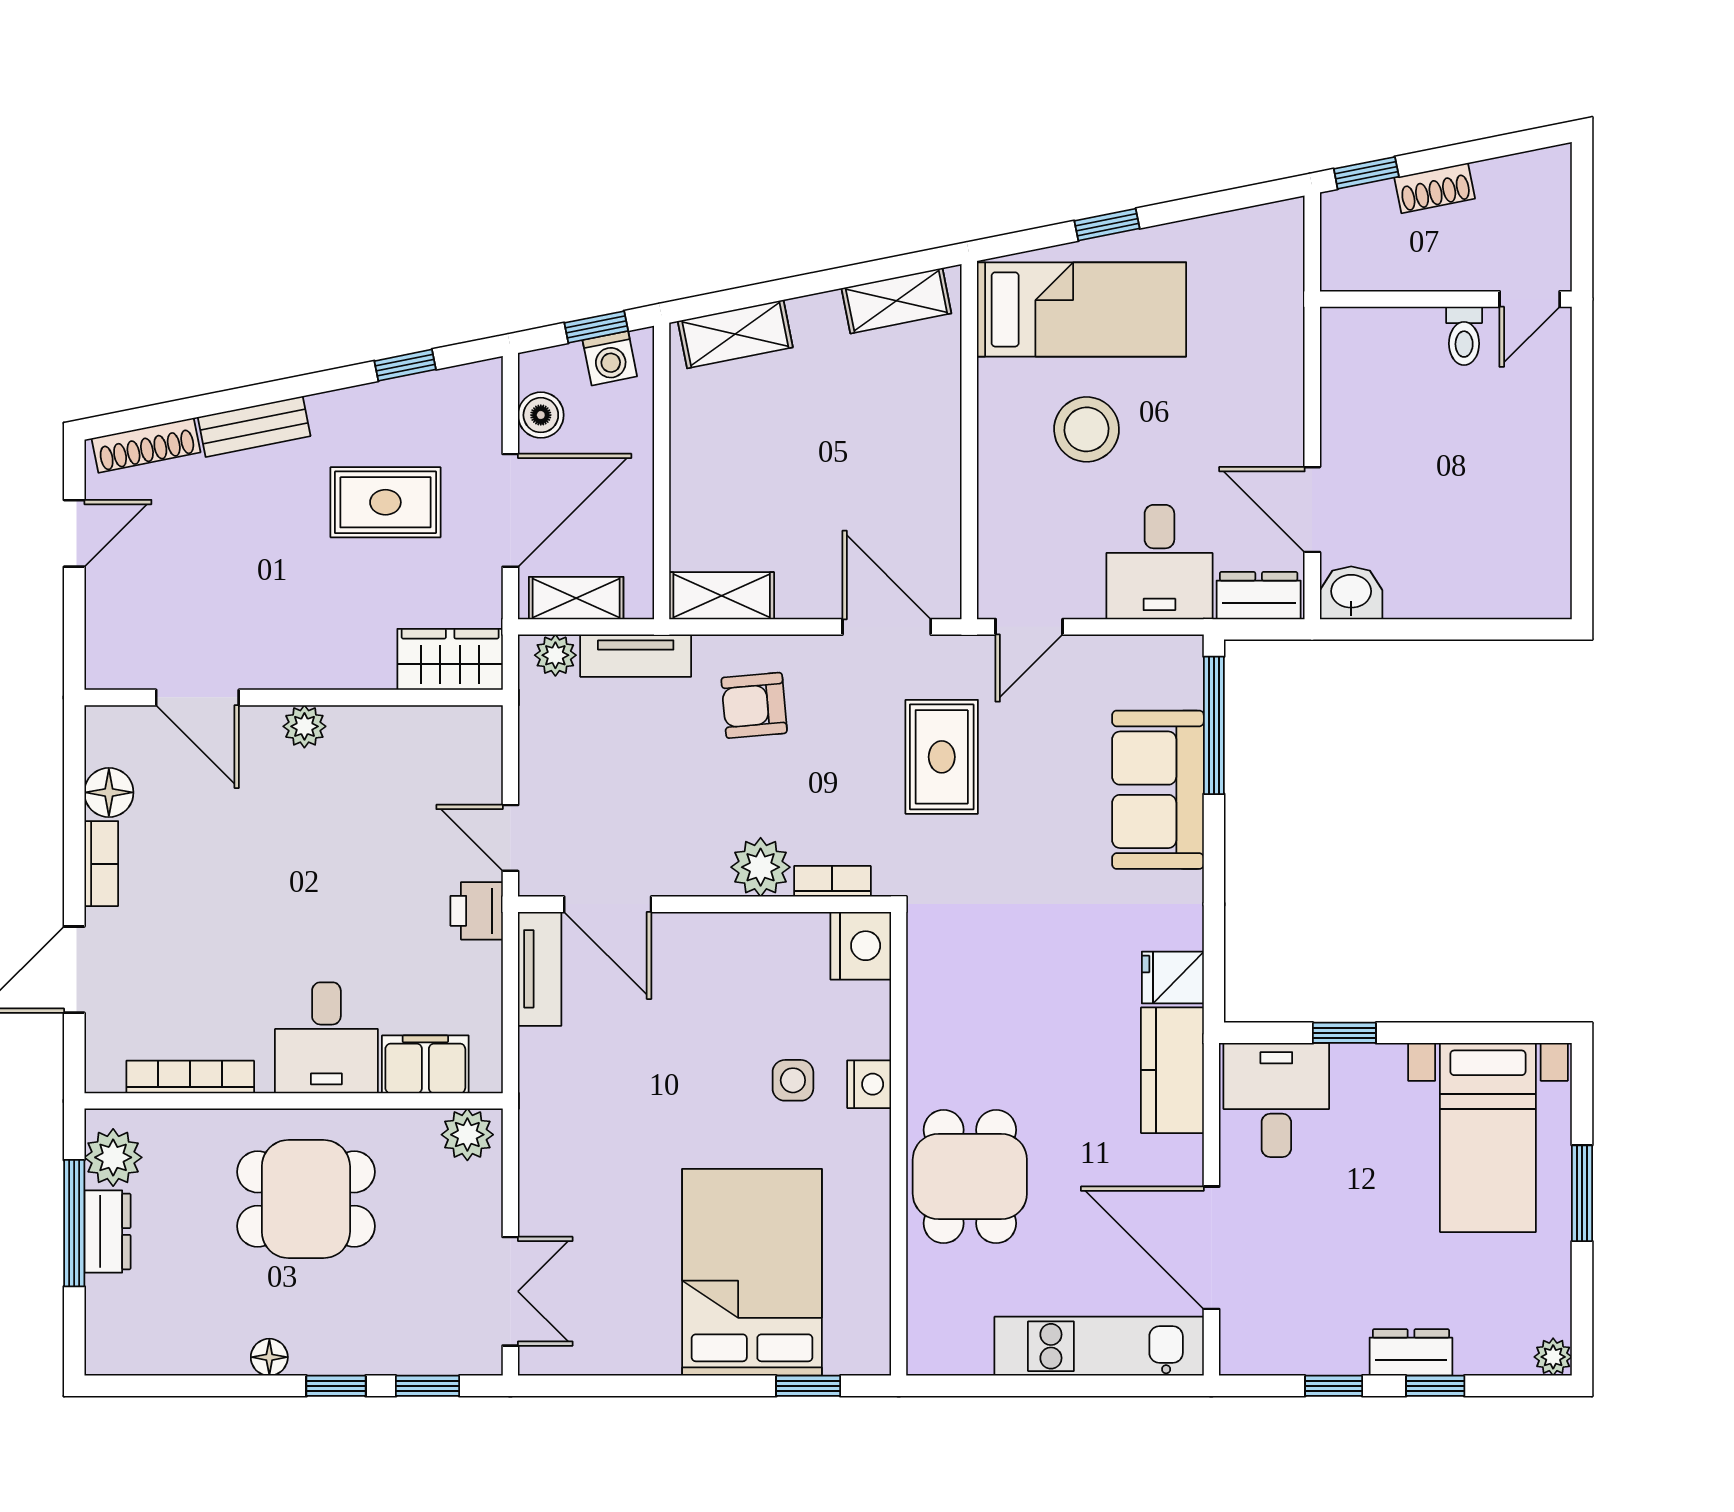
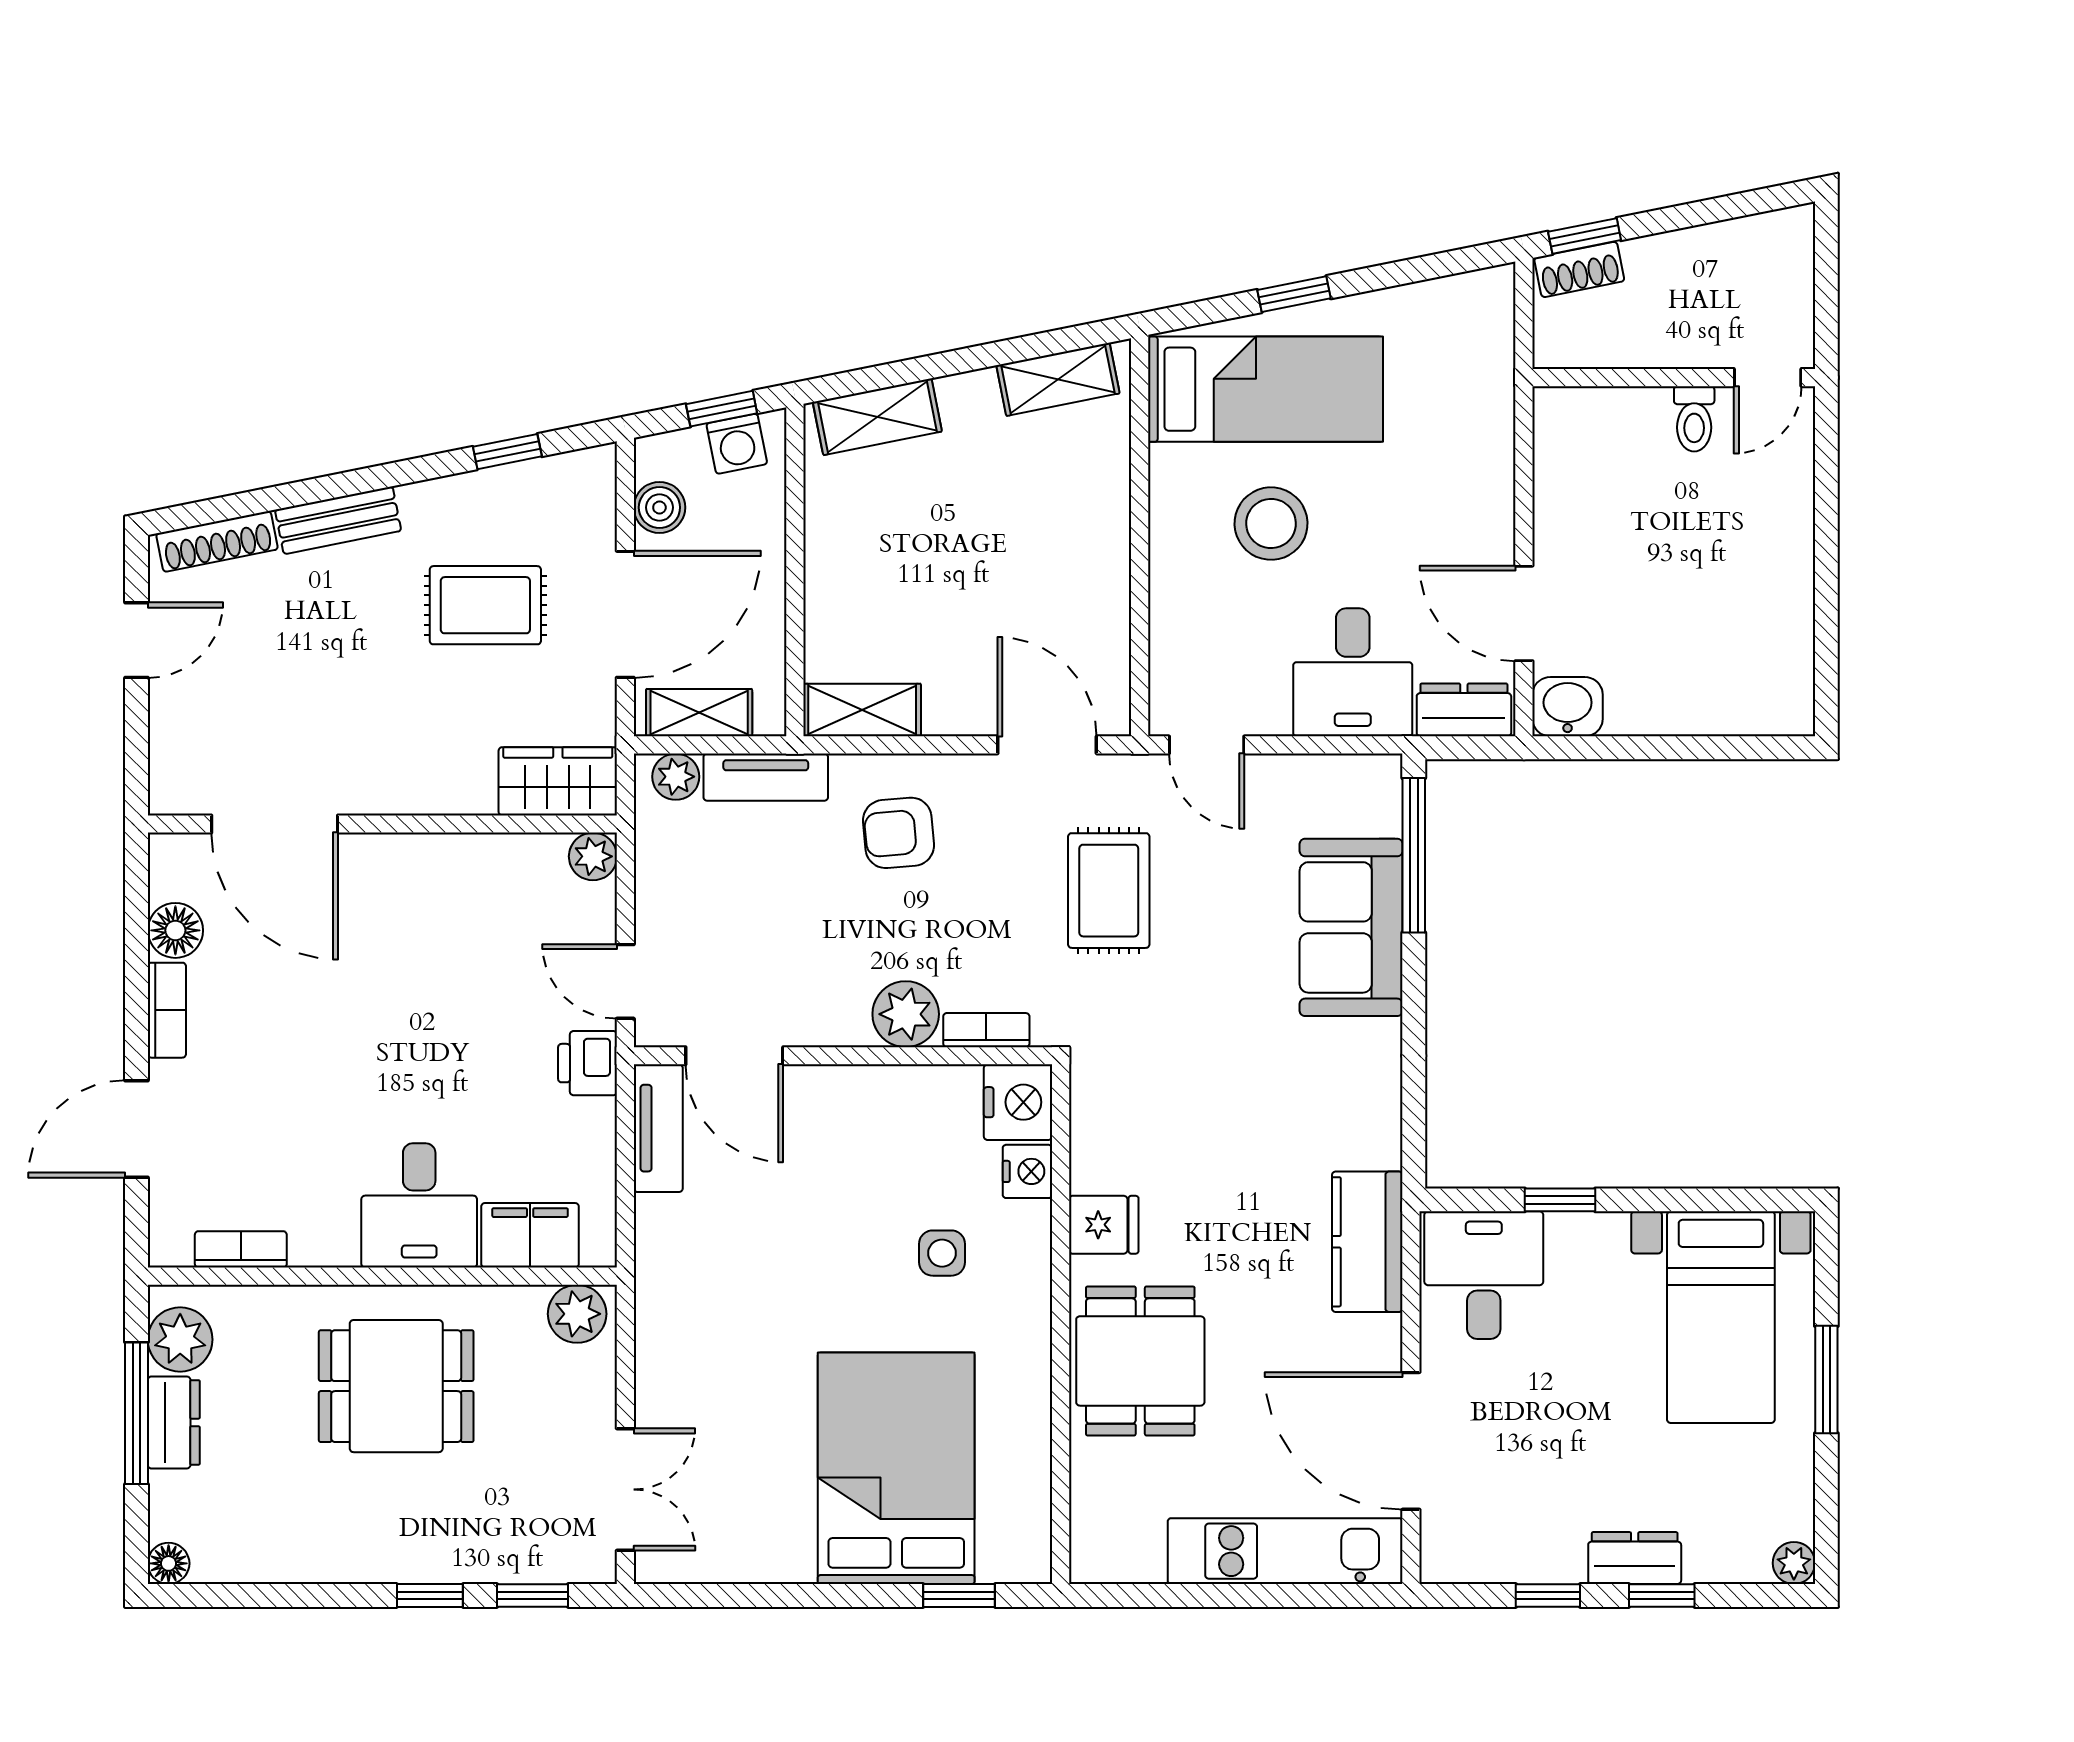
shoe rack: (1435, 188) -> (1579, 269), moved
door: (1029, 627) -> (1207, 745), hinge flipped
door: (197, 697) -> (275, 824), width x1.36
plant: (304, 726) -> (593, 856), moved
fridge: (1173, 977) -> (1104, 1225), moved, turned 180
bookcase: (190, 1077) -> (241, 1249), width x0.64
nightstand: (869, 1084) -> (1027, 1171), moved
floor lamp: (269, 1357) -> (169, 1563), moved

